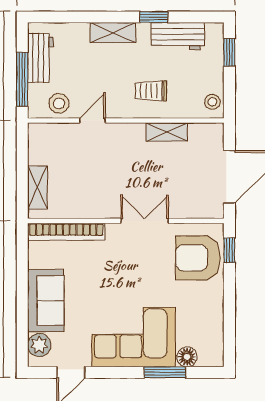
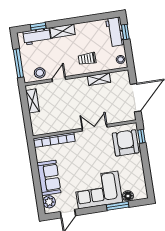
window: (154, 17) -> (38, 26), moved
workbench: (178, 36) -> (115, 32), moved, turned 90
workbench: (40, 58) -> (37, 36), moved, turned 90
shelving: (37, 187) -> (32, 101), moved
armchair: (198, 258) -> (126, 143), turned 90

